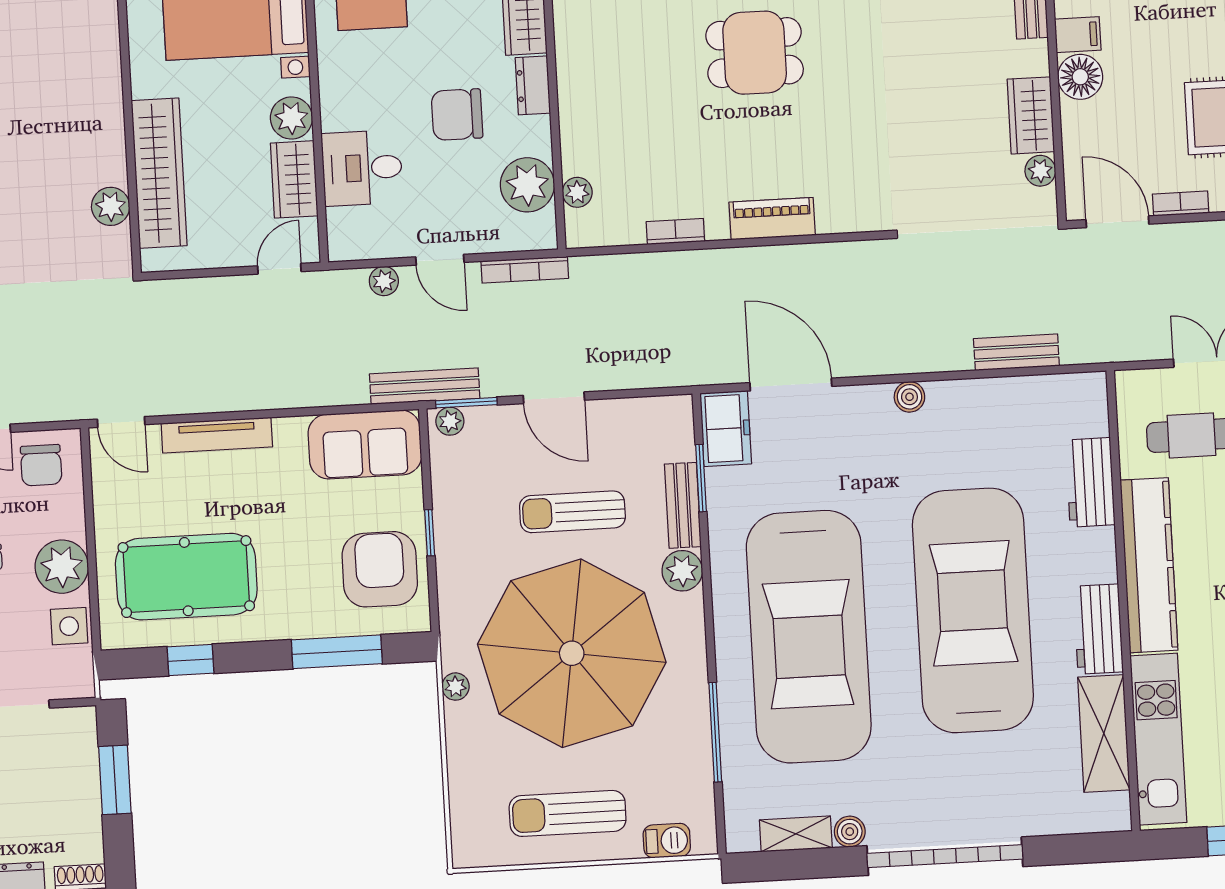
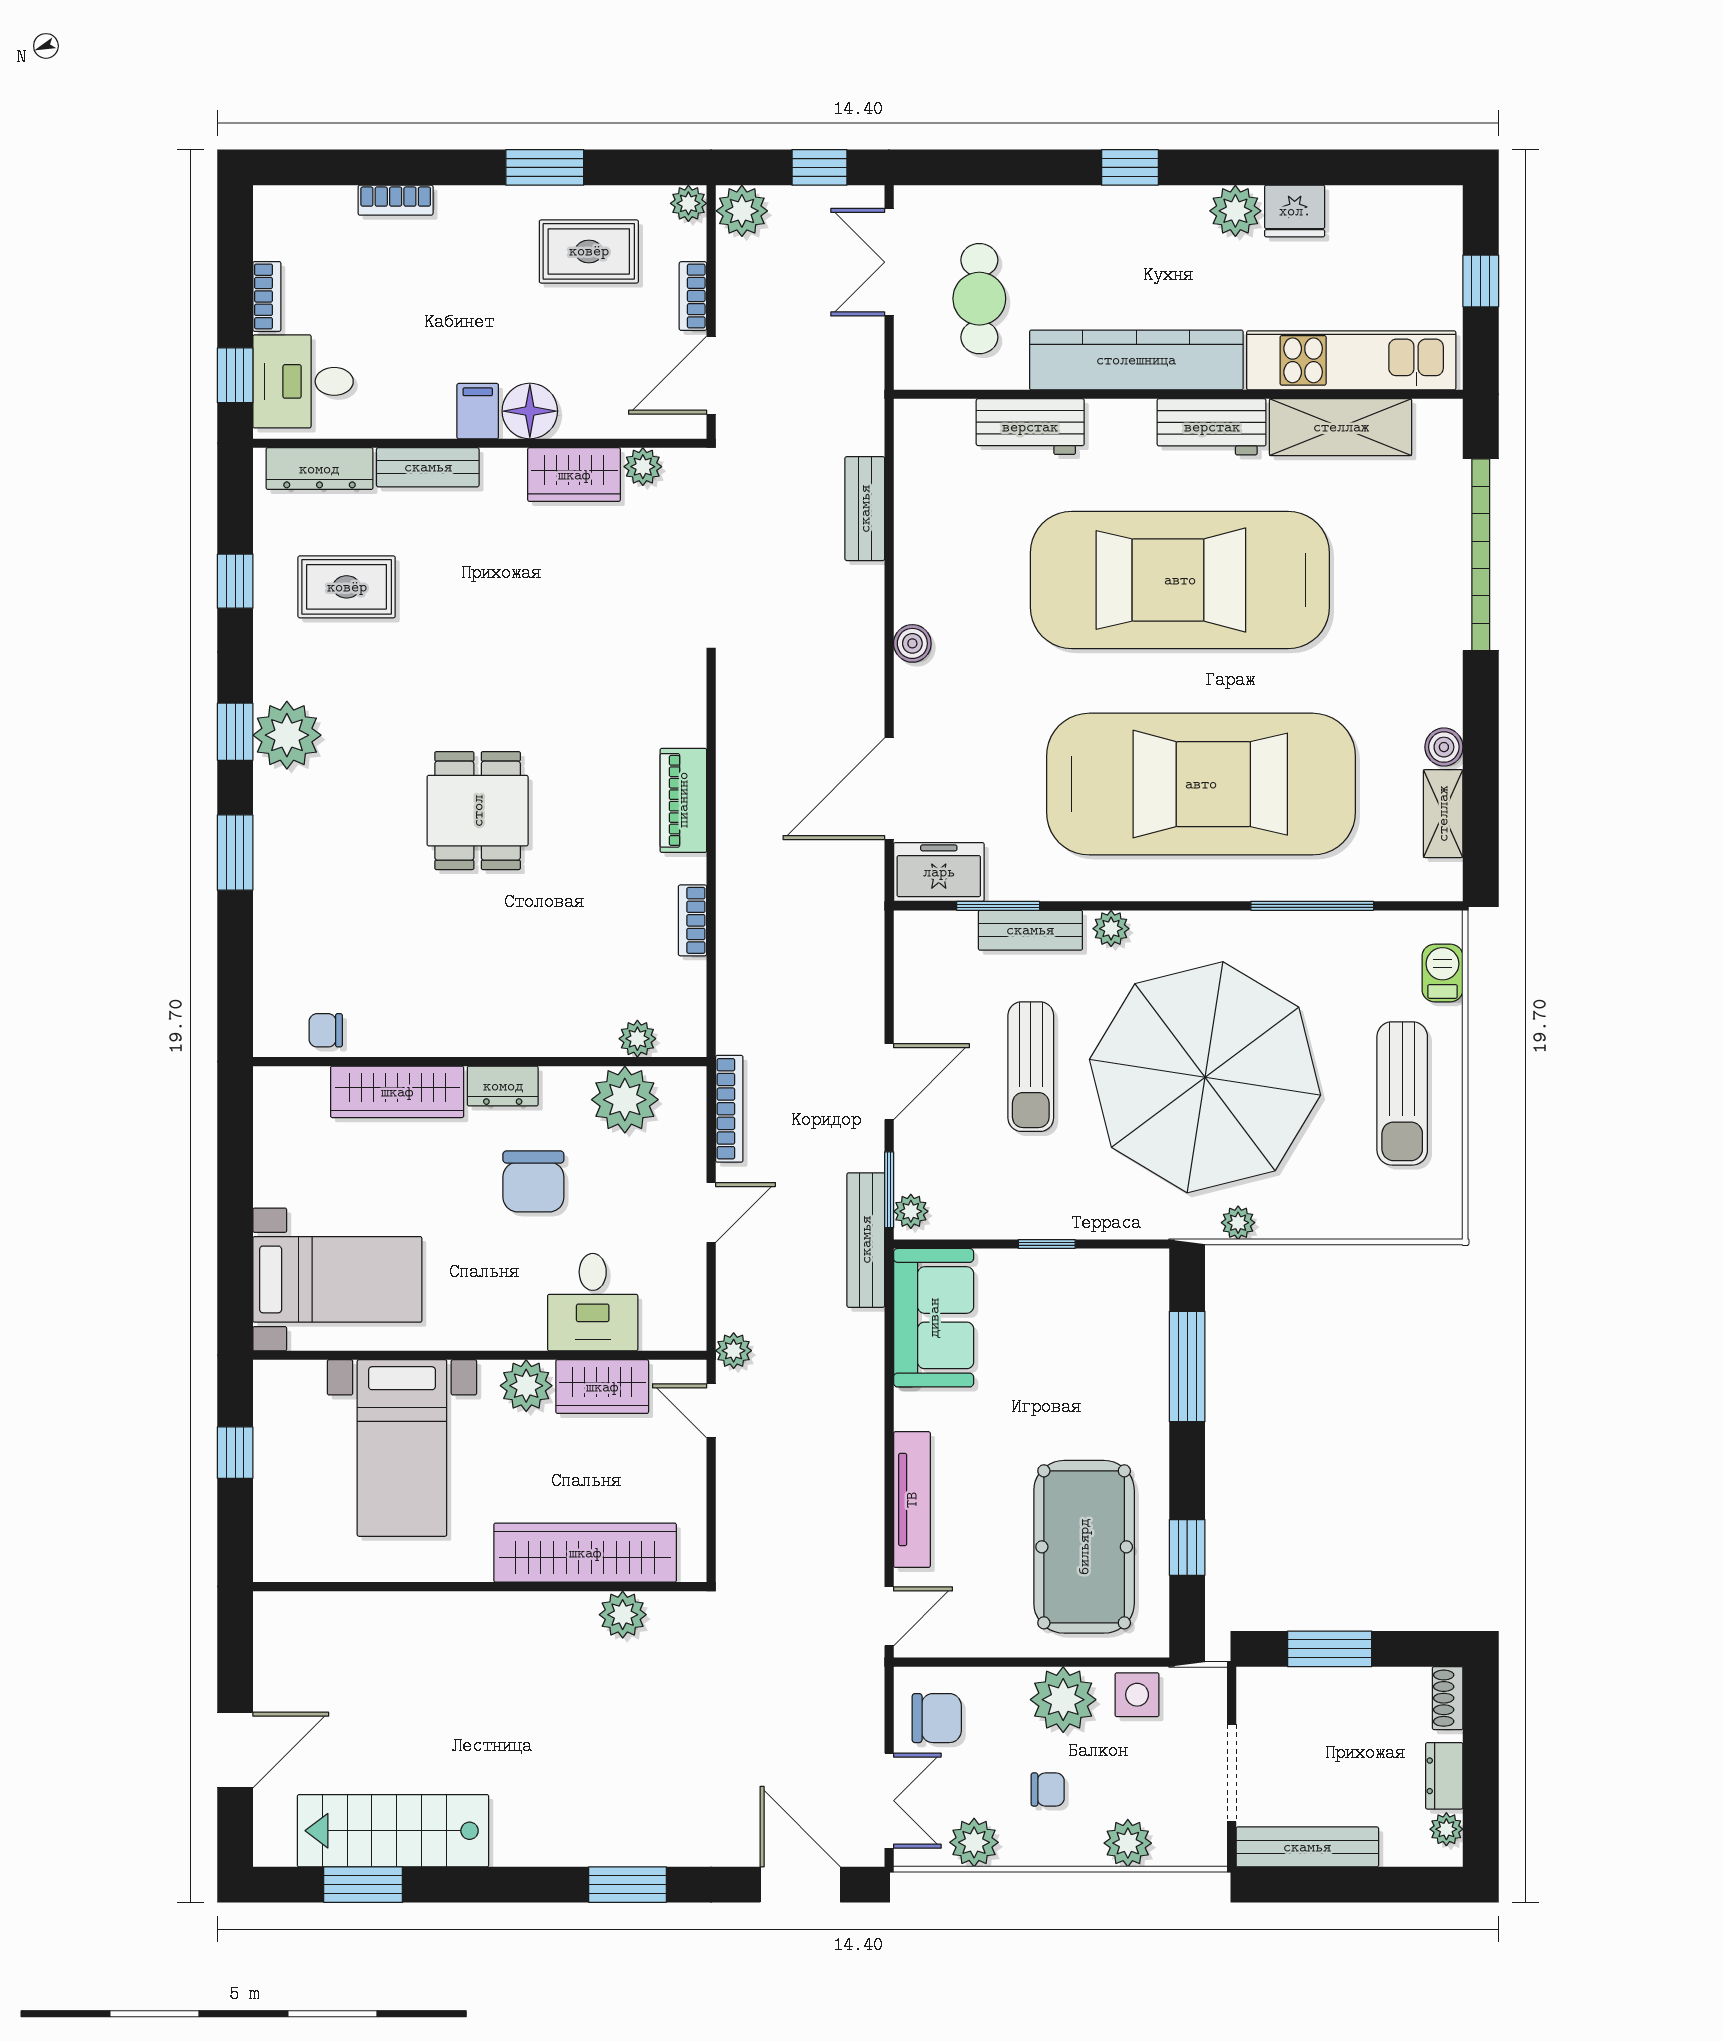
plant: (384, 281) -> (734, 1351), moved
armchair: (380, 569) -> (1088, 1308), removed
plant: (682, 571) -> (1111, 929), width x0.73, depth x0.73
garage door: (945, 856) -> (1481, 555), moved

